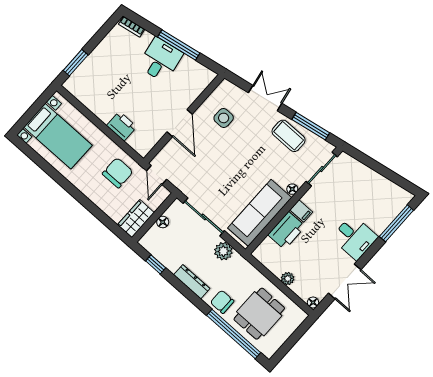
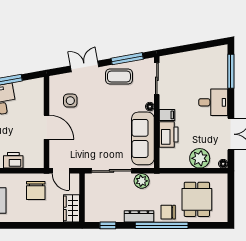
chair: (118, 173) -> (36, 190), turned 180
floor lamp: (163, 222) -> (89, 196), removed
plant: (288, 279) -> (200, 158), width x1.88, depth x1.88
window: (234, 334) -> (162, 225), moved

